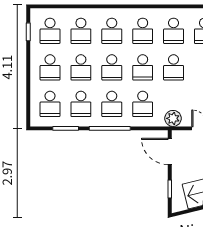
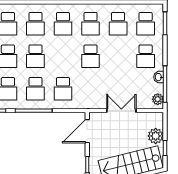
school desk: (143, 67) -> (63, 56), removed
plant: (173, 118) -> (90, 102), removed
door: (170, 151) -> (87, 131), hinge flipped

